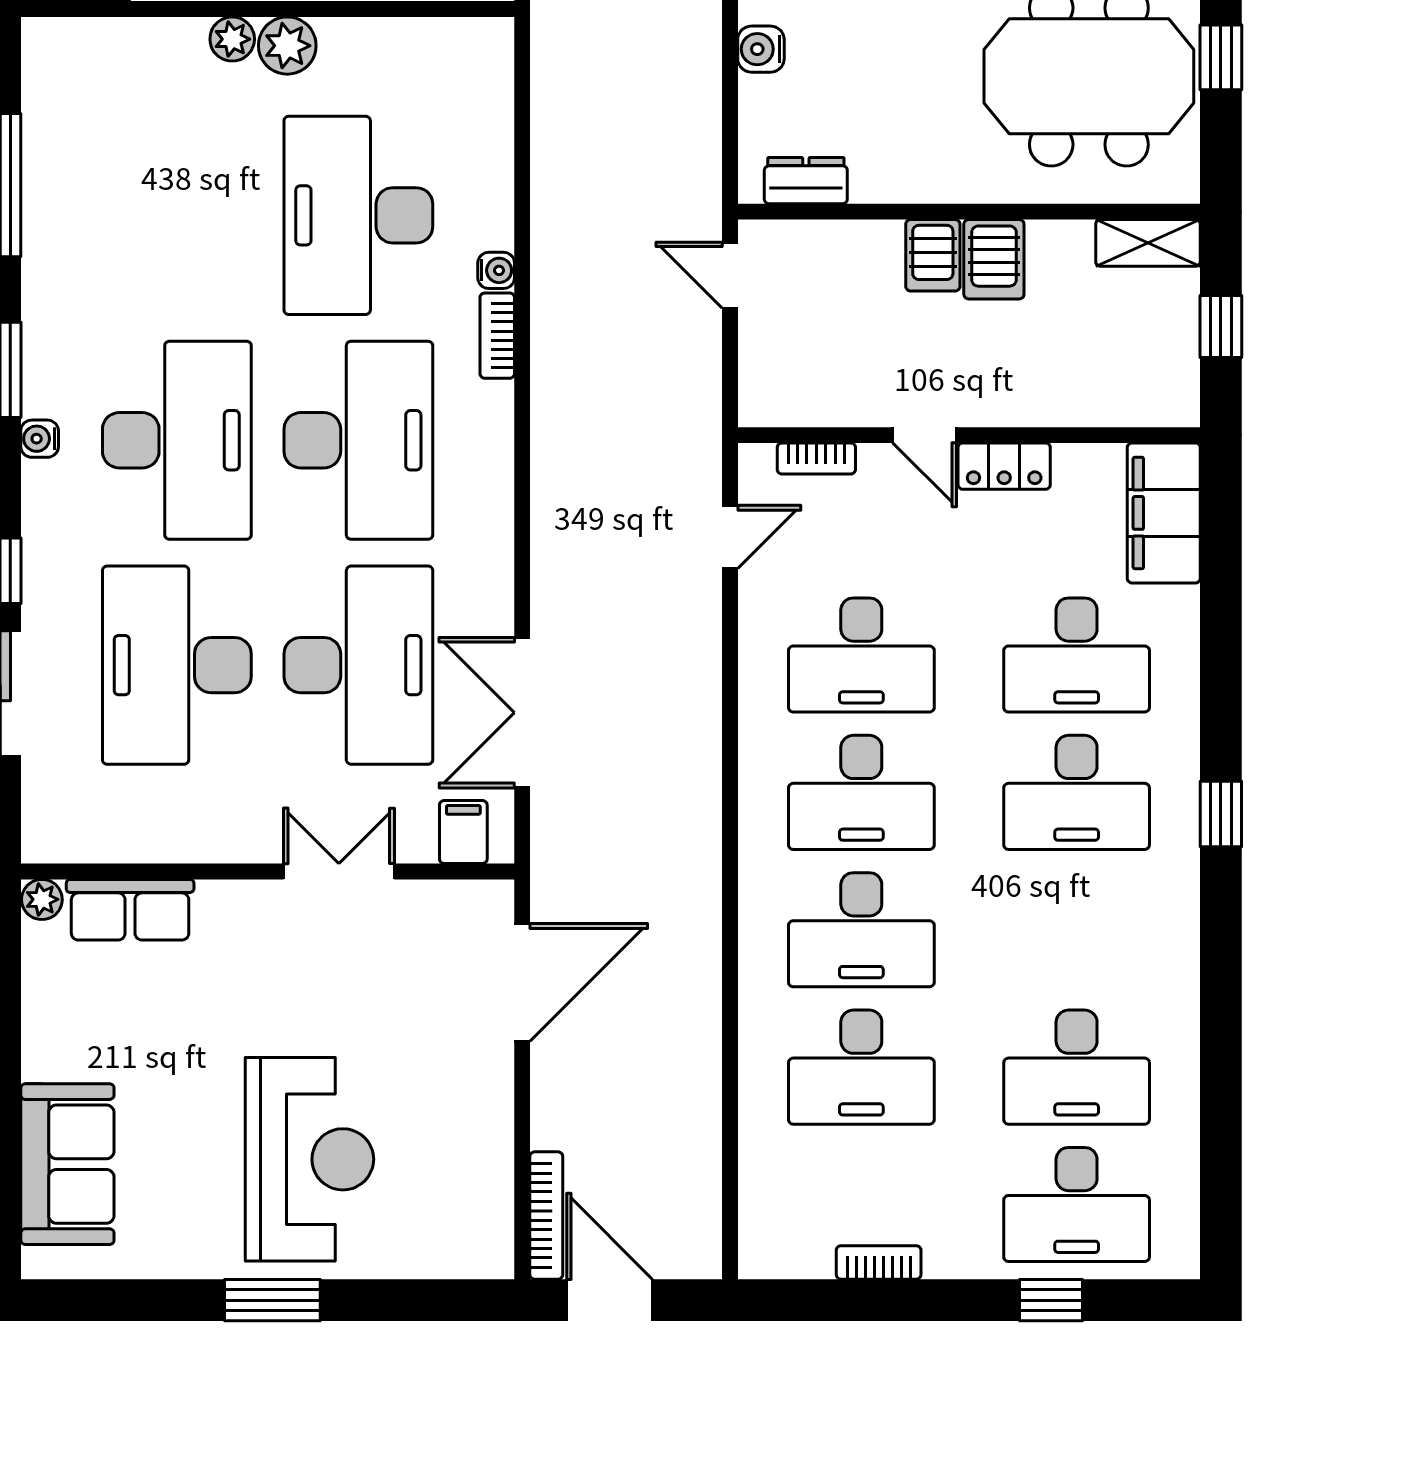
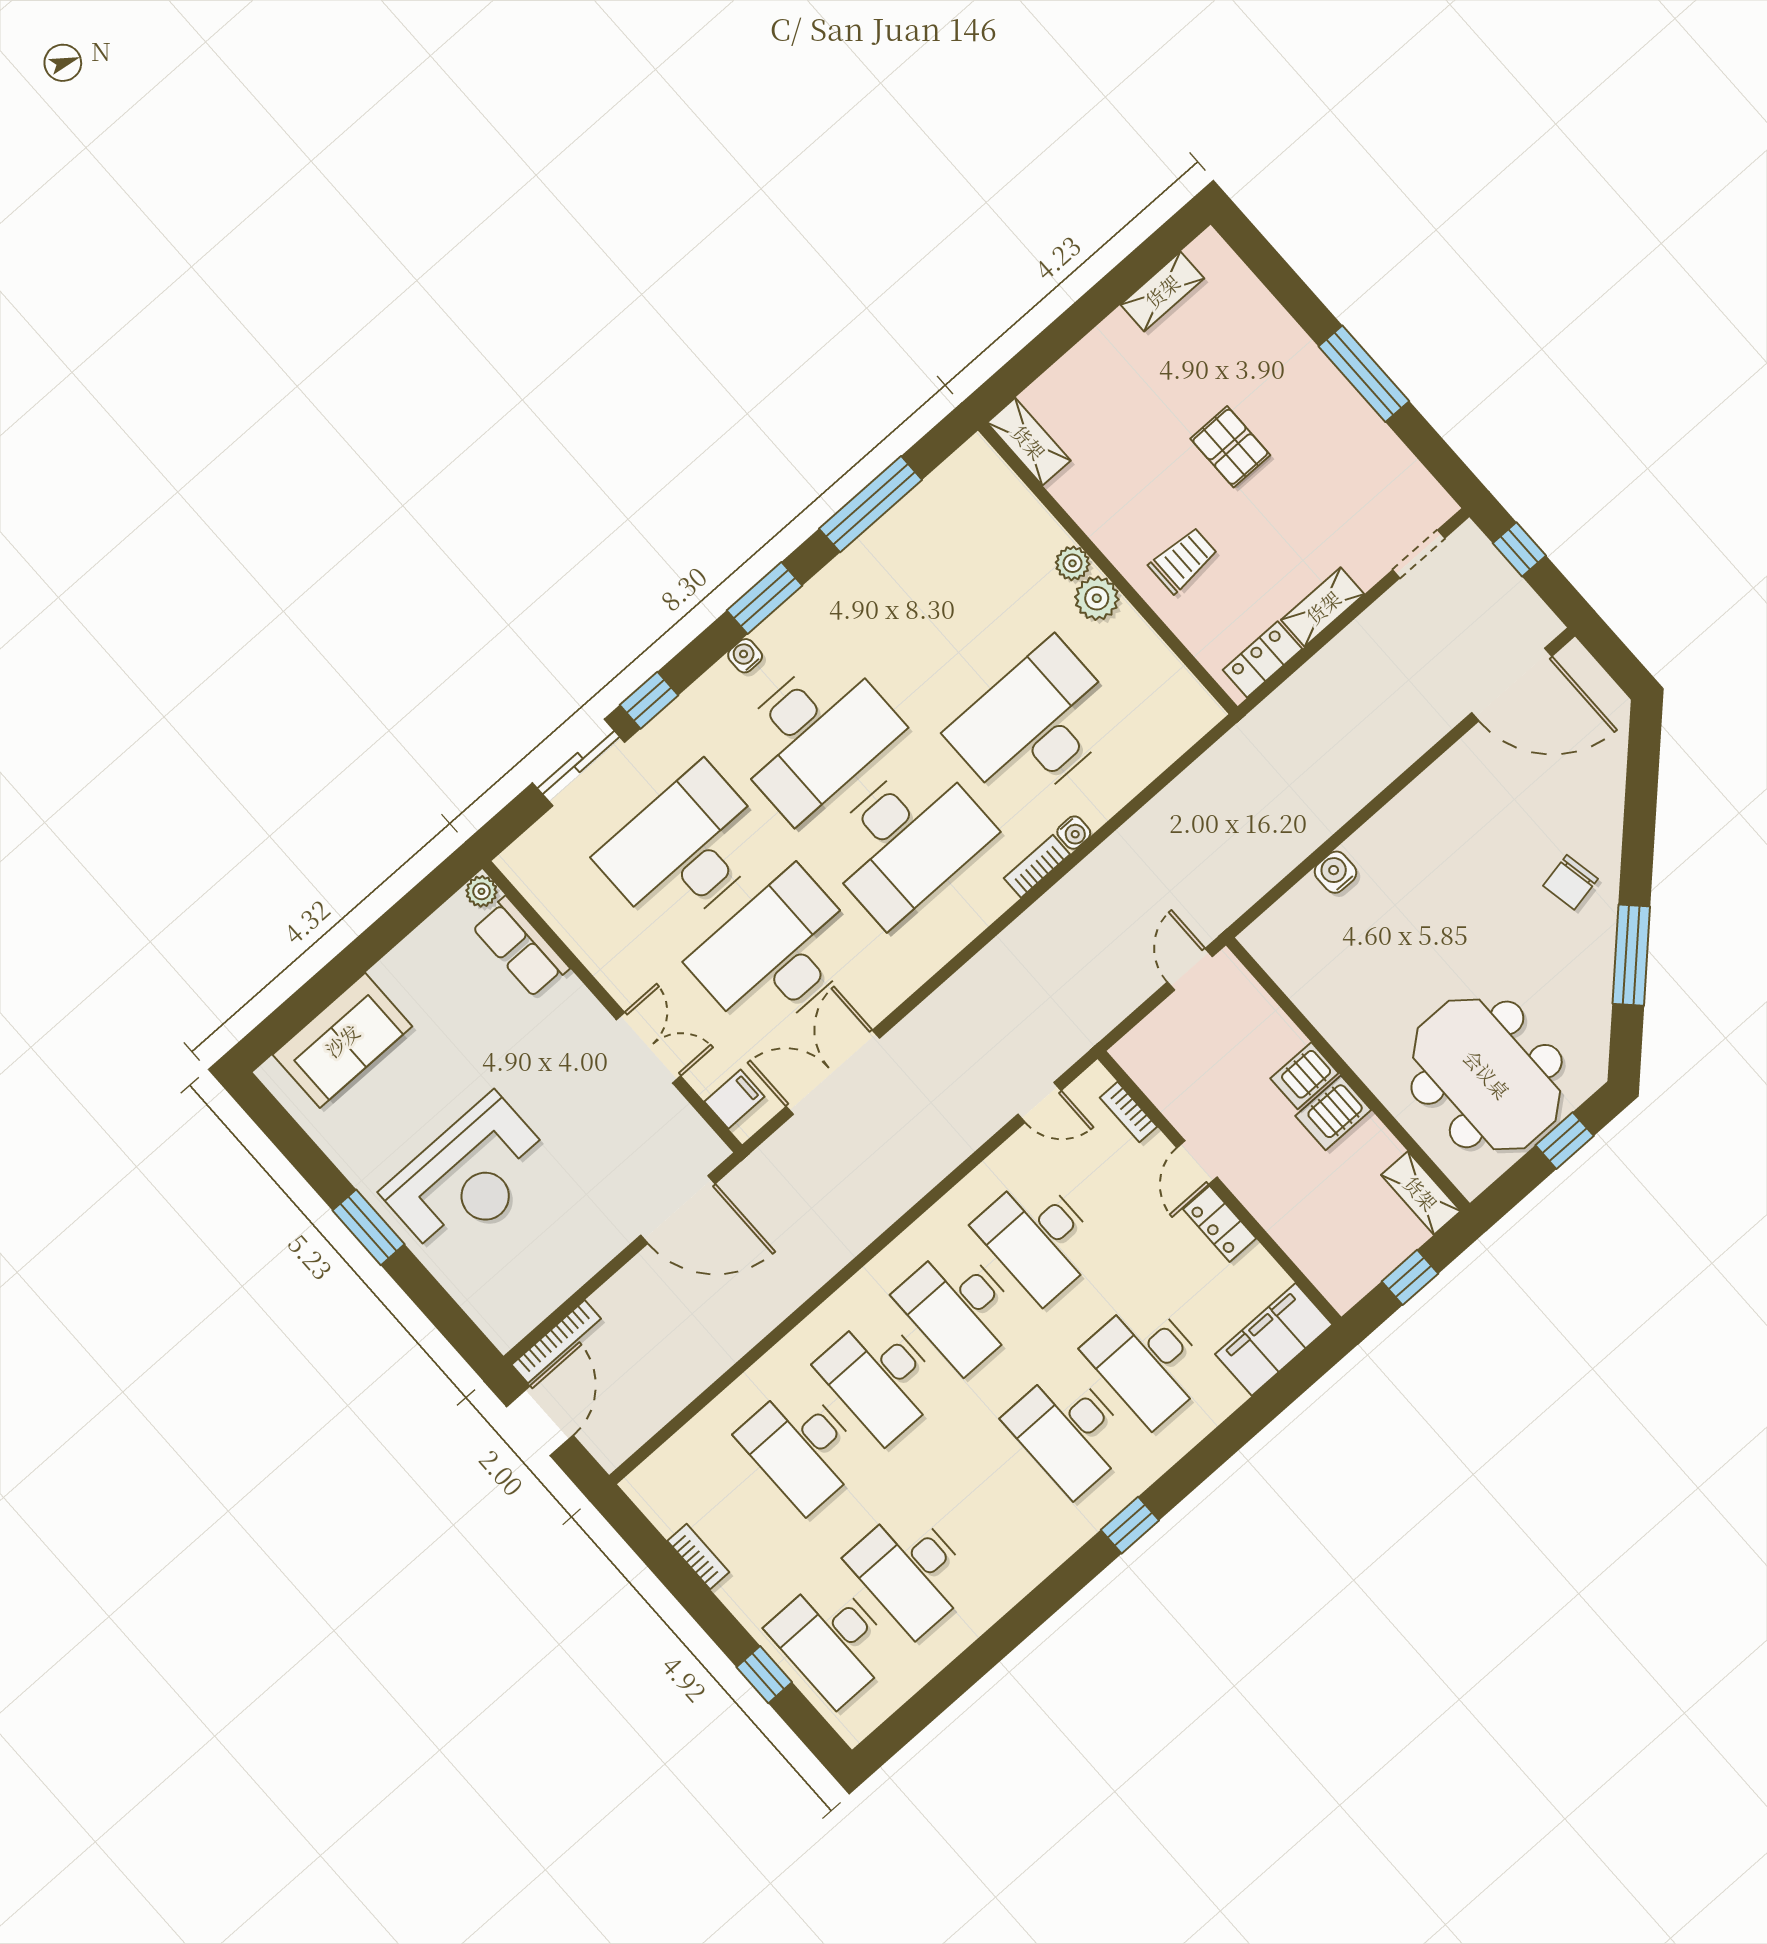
dresser: (806, 181) -> (1283, 965), removed
desk: (358, 665) -> (777, 954), turned 180

